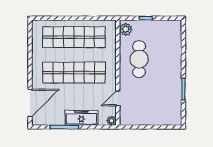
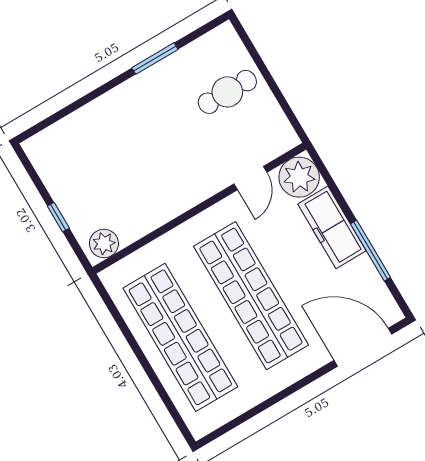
cafe table: (139, 59) -> (227, 92), moved, width x0.73, depth x0.74
door: (118, 98) -> (250, 178), hinge flipped
plant: (112, 121) -> (299, 177), width x1.88, depth x1.88

